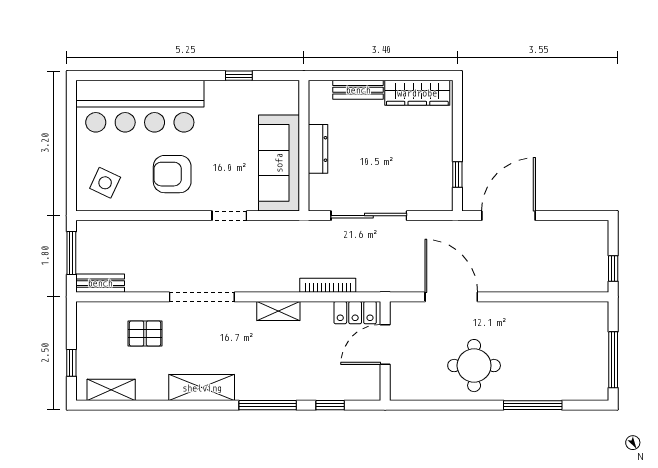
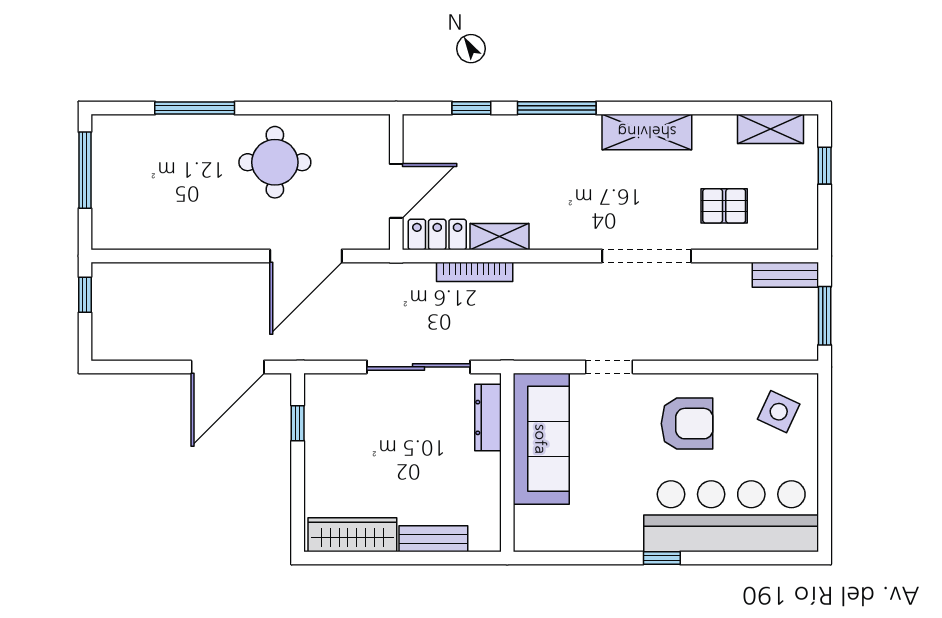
window: (239, 76) -> (662, 558), moved
dresser: (318, 149) -> (488, 417), moved
door: (451, 297) -> (306, 256), hinge flipped
shelving: (278, 311) -> (499, 237), moved

